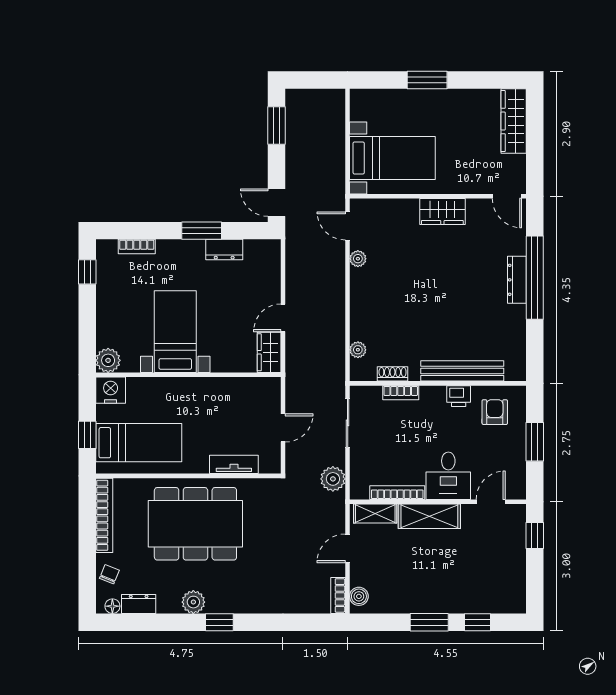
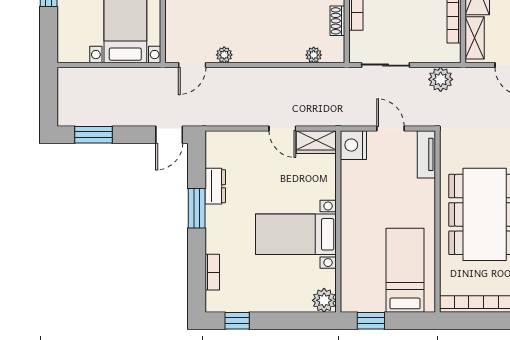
nightstand: (111, 390) -> (353, 145), moved
window: (87, 435) -> (371, 321), moved
tv unit: (234, 464) -> (426, 154), moved

